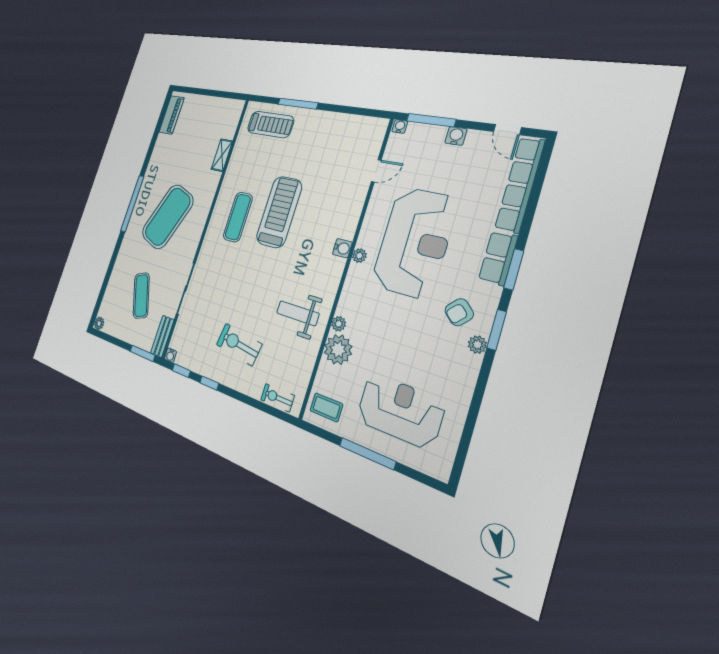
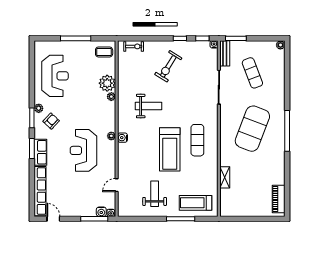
water cooler: (456, 136) -> (101, 212), moved
weight bench: (322, 147) -> (155, 194), added
reception desk: (414, 242) -> (84, 150), width x0.74, depth x0.77
weight bench: (298, 313) -> (149, 106), moved
exercise bike: (239, 344) -> (168, 66), turned 114
reception desk: (400, 411) -> (55, 76), moved, turned -90

